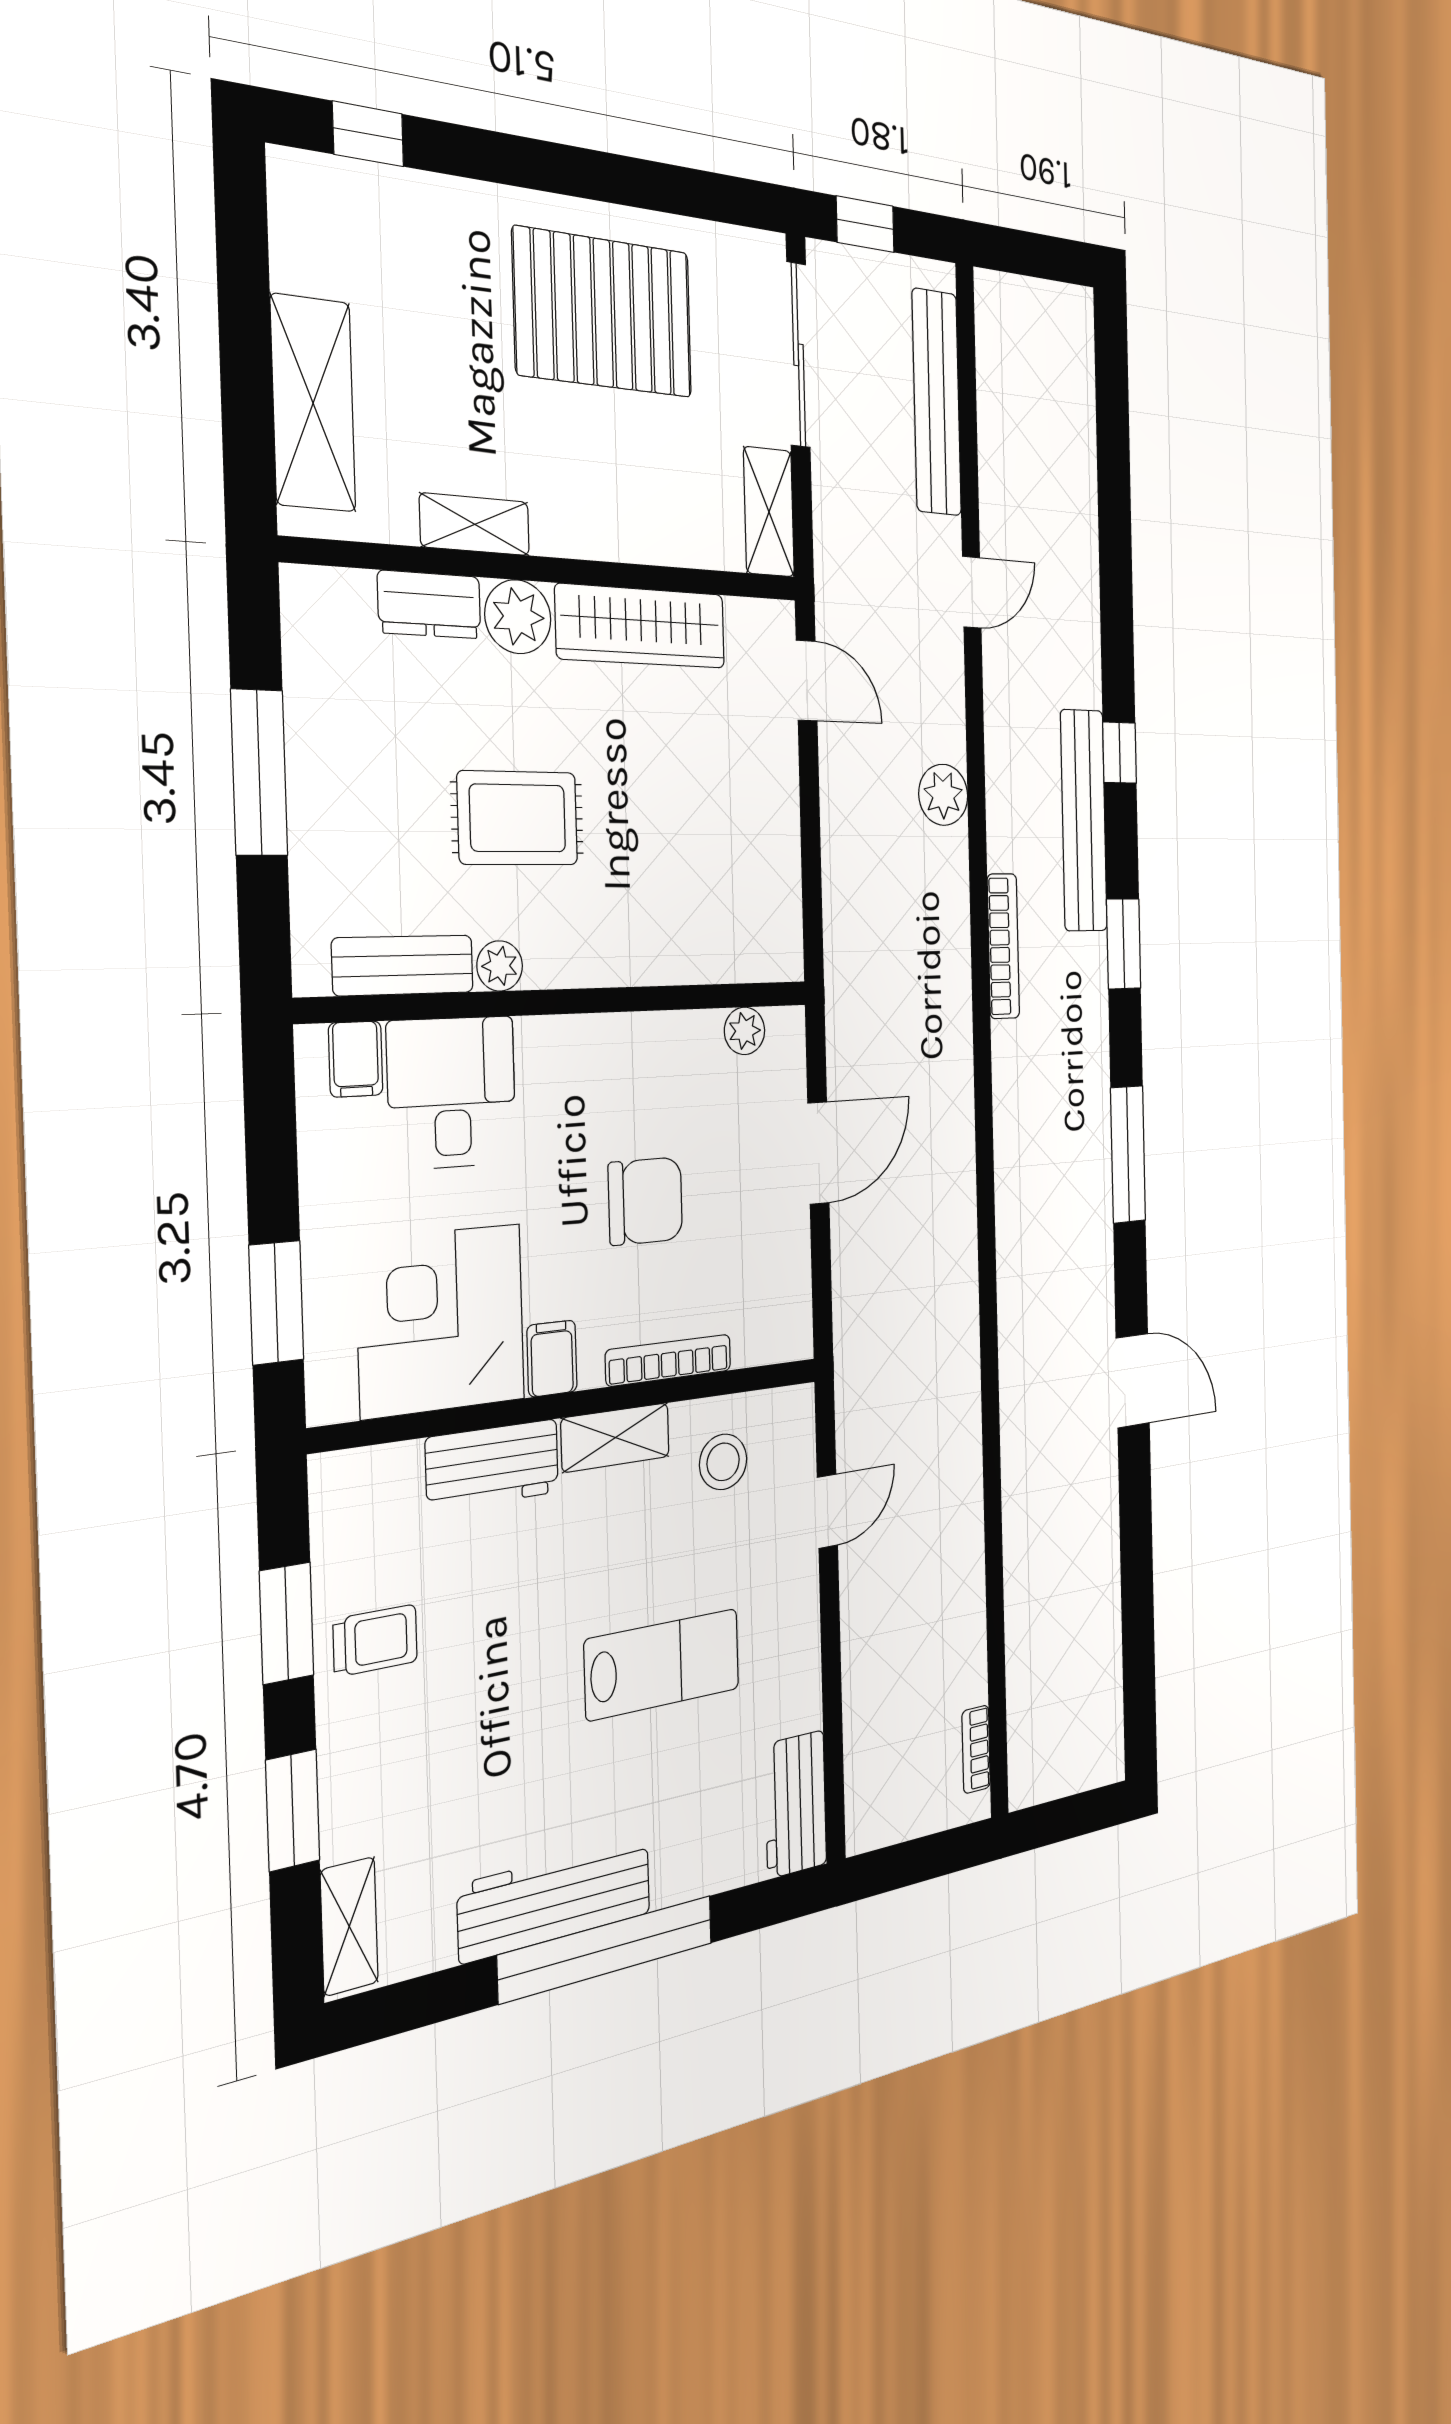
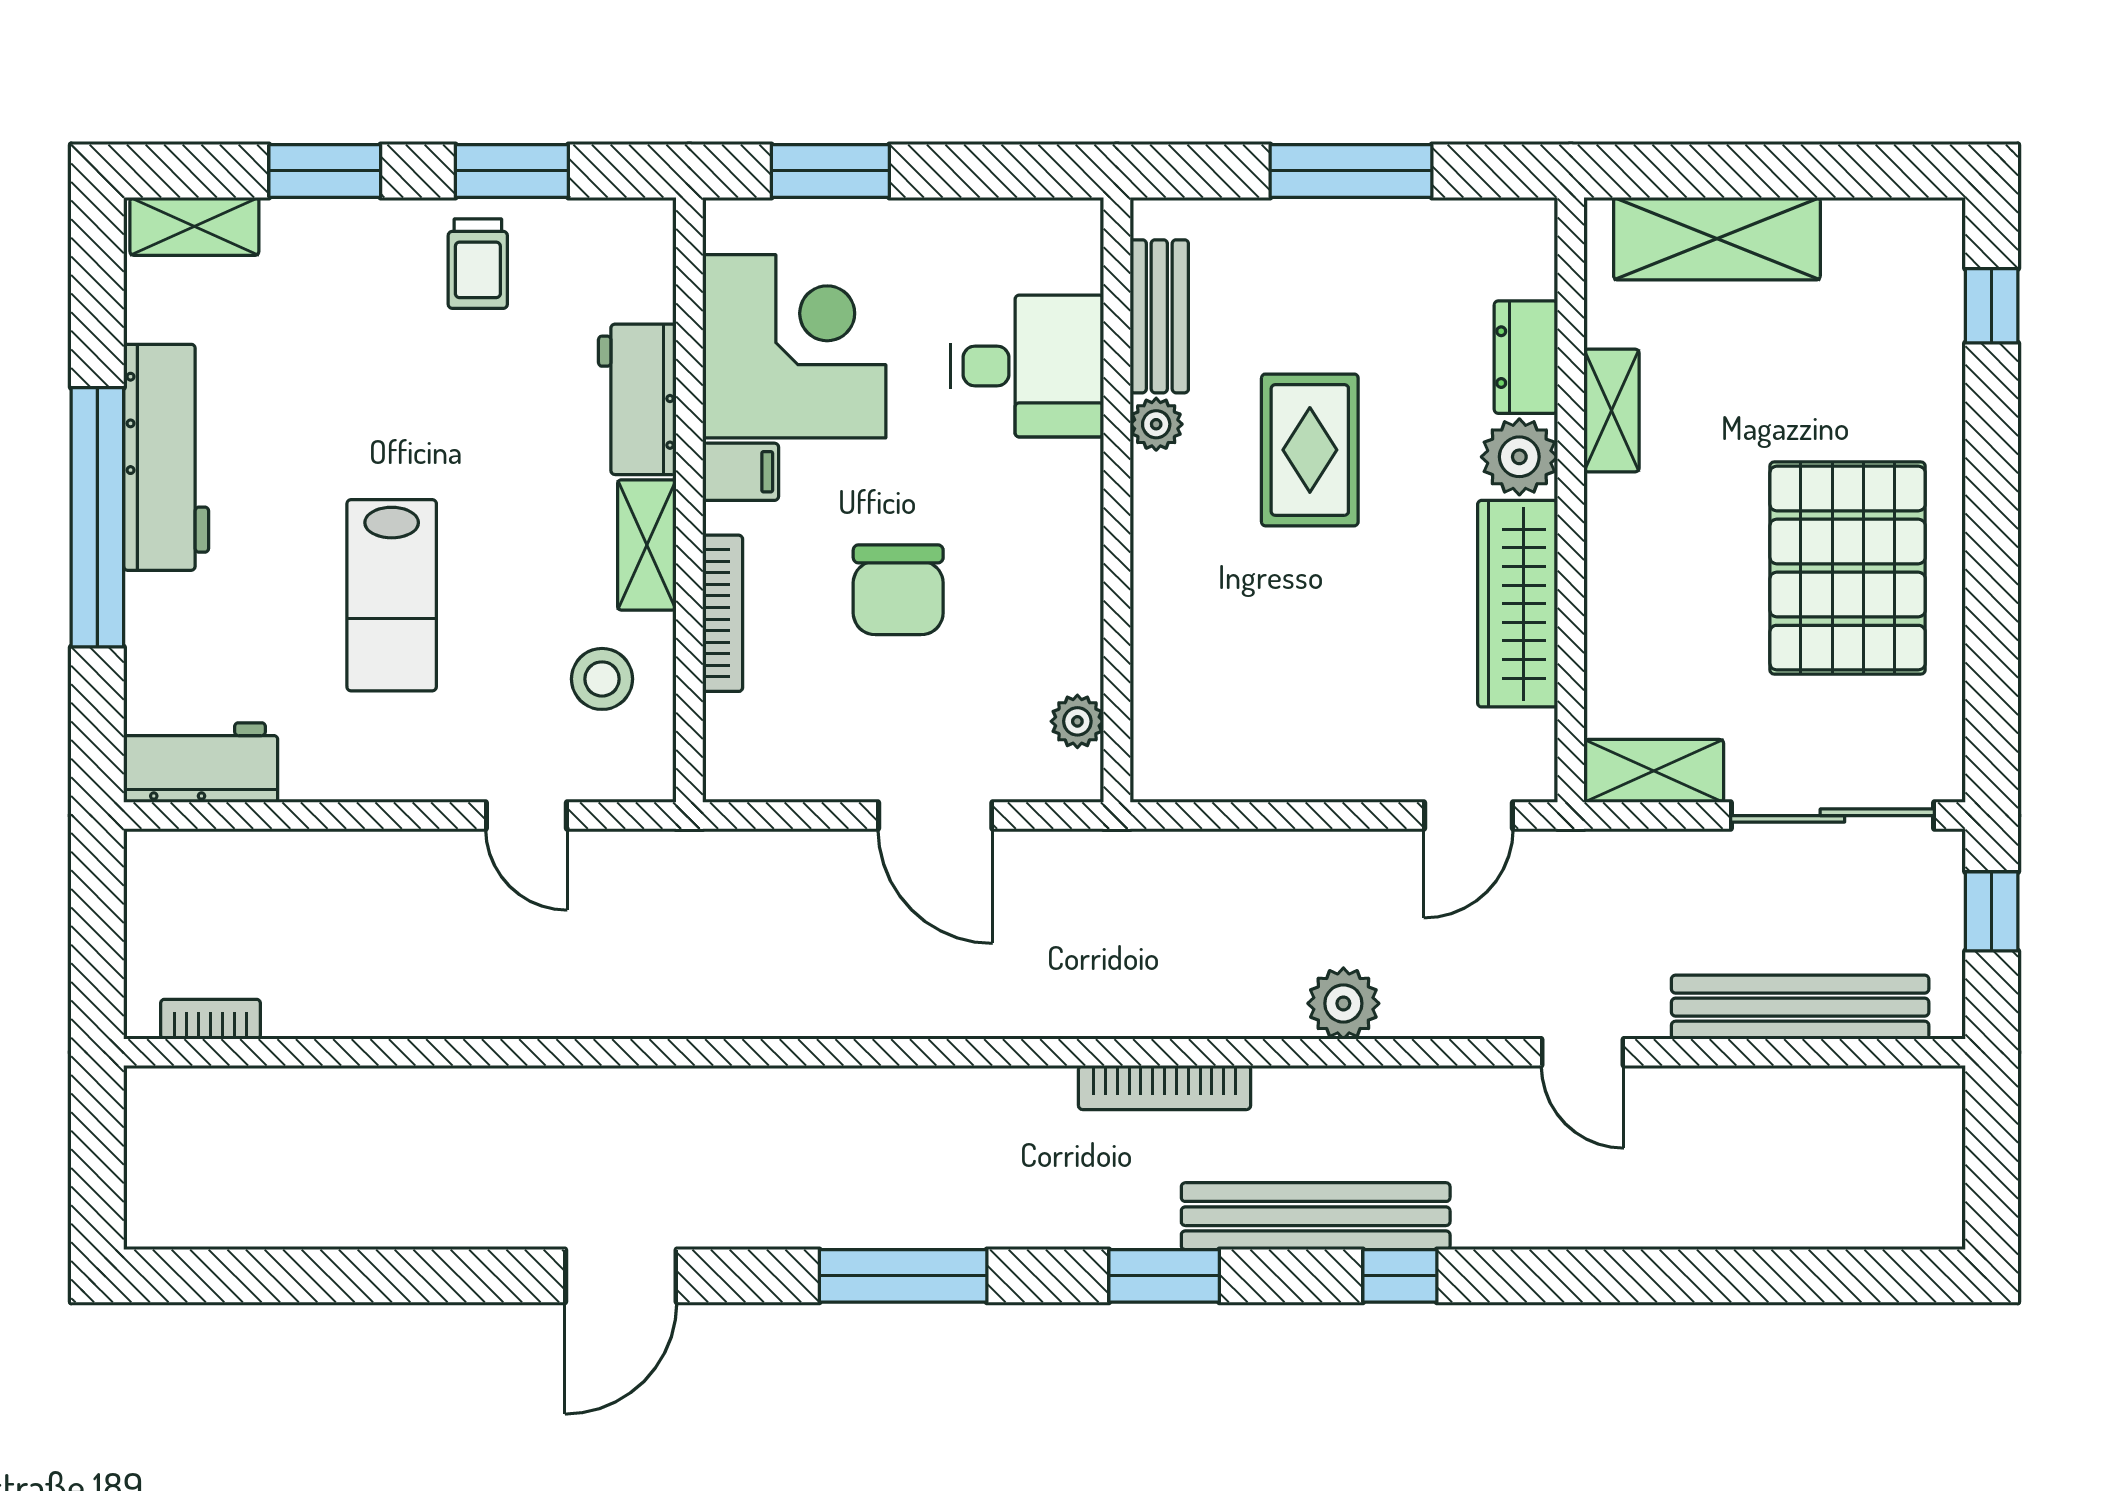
filing cabinet: (356, 1059) -> (1066, 262), removed

